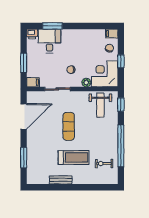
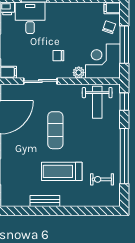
window: (121, 61) -> (124, 45), width x2.17
treadmill: (74, 158) -> (62, 171), turned 180

